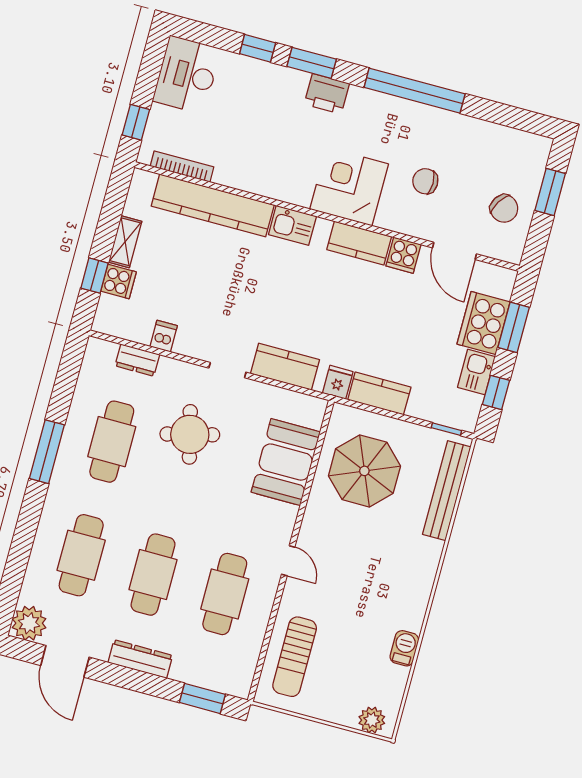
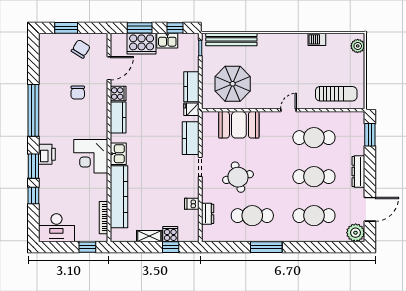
corner desk: (349, 187) -> (91, 156), moved

